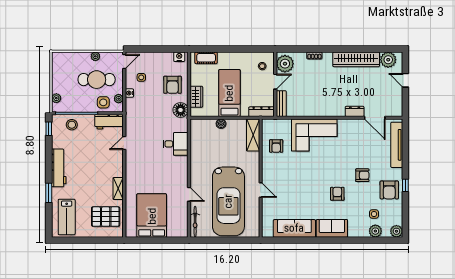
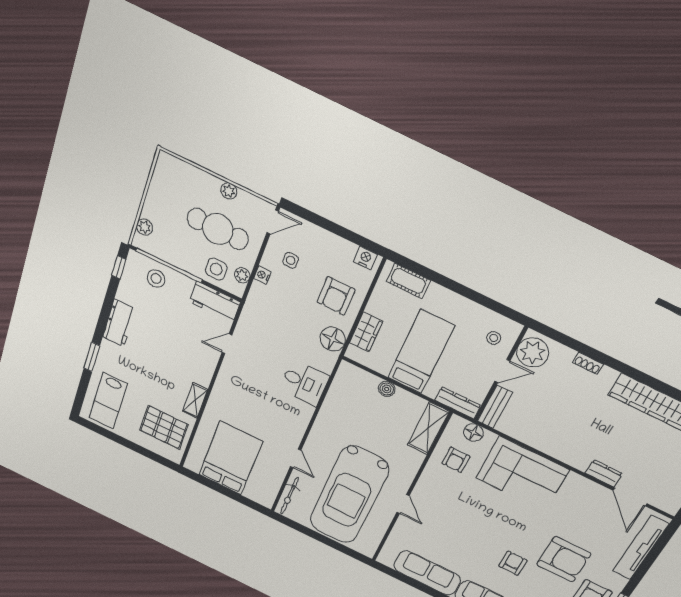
floor lamp: (277, 125) -> (473, 433), added
workbench: (59, 168) -> (119, 323), width x0.73
armchair: (362, 175) -> (564, 559), width x1.88, depth x1.88

